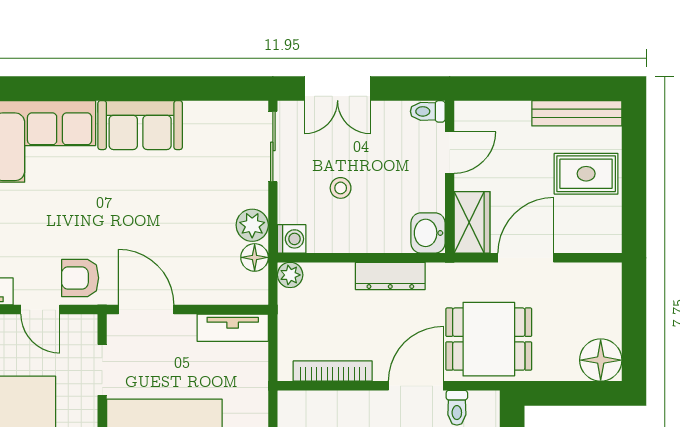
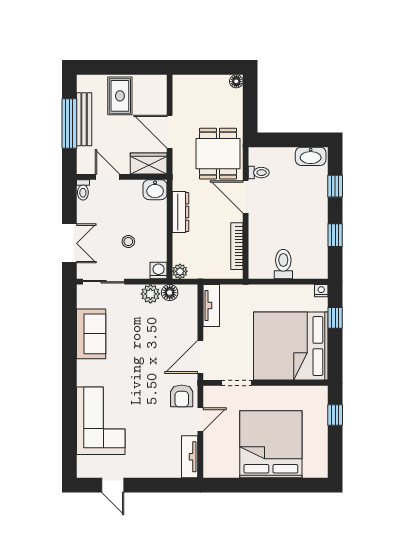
window: (540, 89) -> (69, 123), added
bench: (577, 113) -> (84, 119), moved
sofa: (140, 125) -> (91, 334), moved
floor lamp: (601, 360) -> (236, 81), width x0.53, depth x0.53

